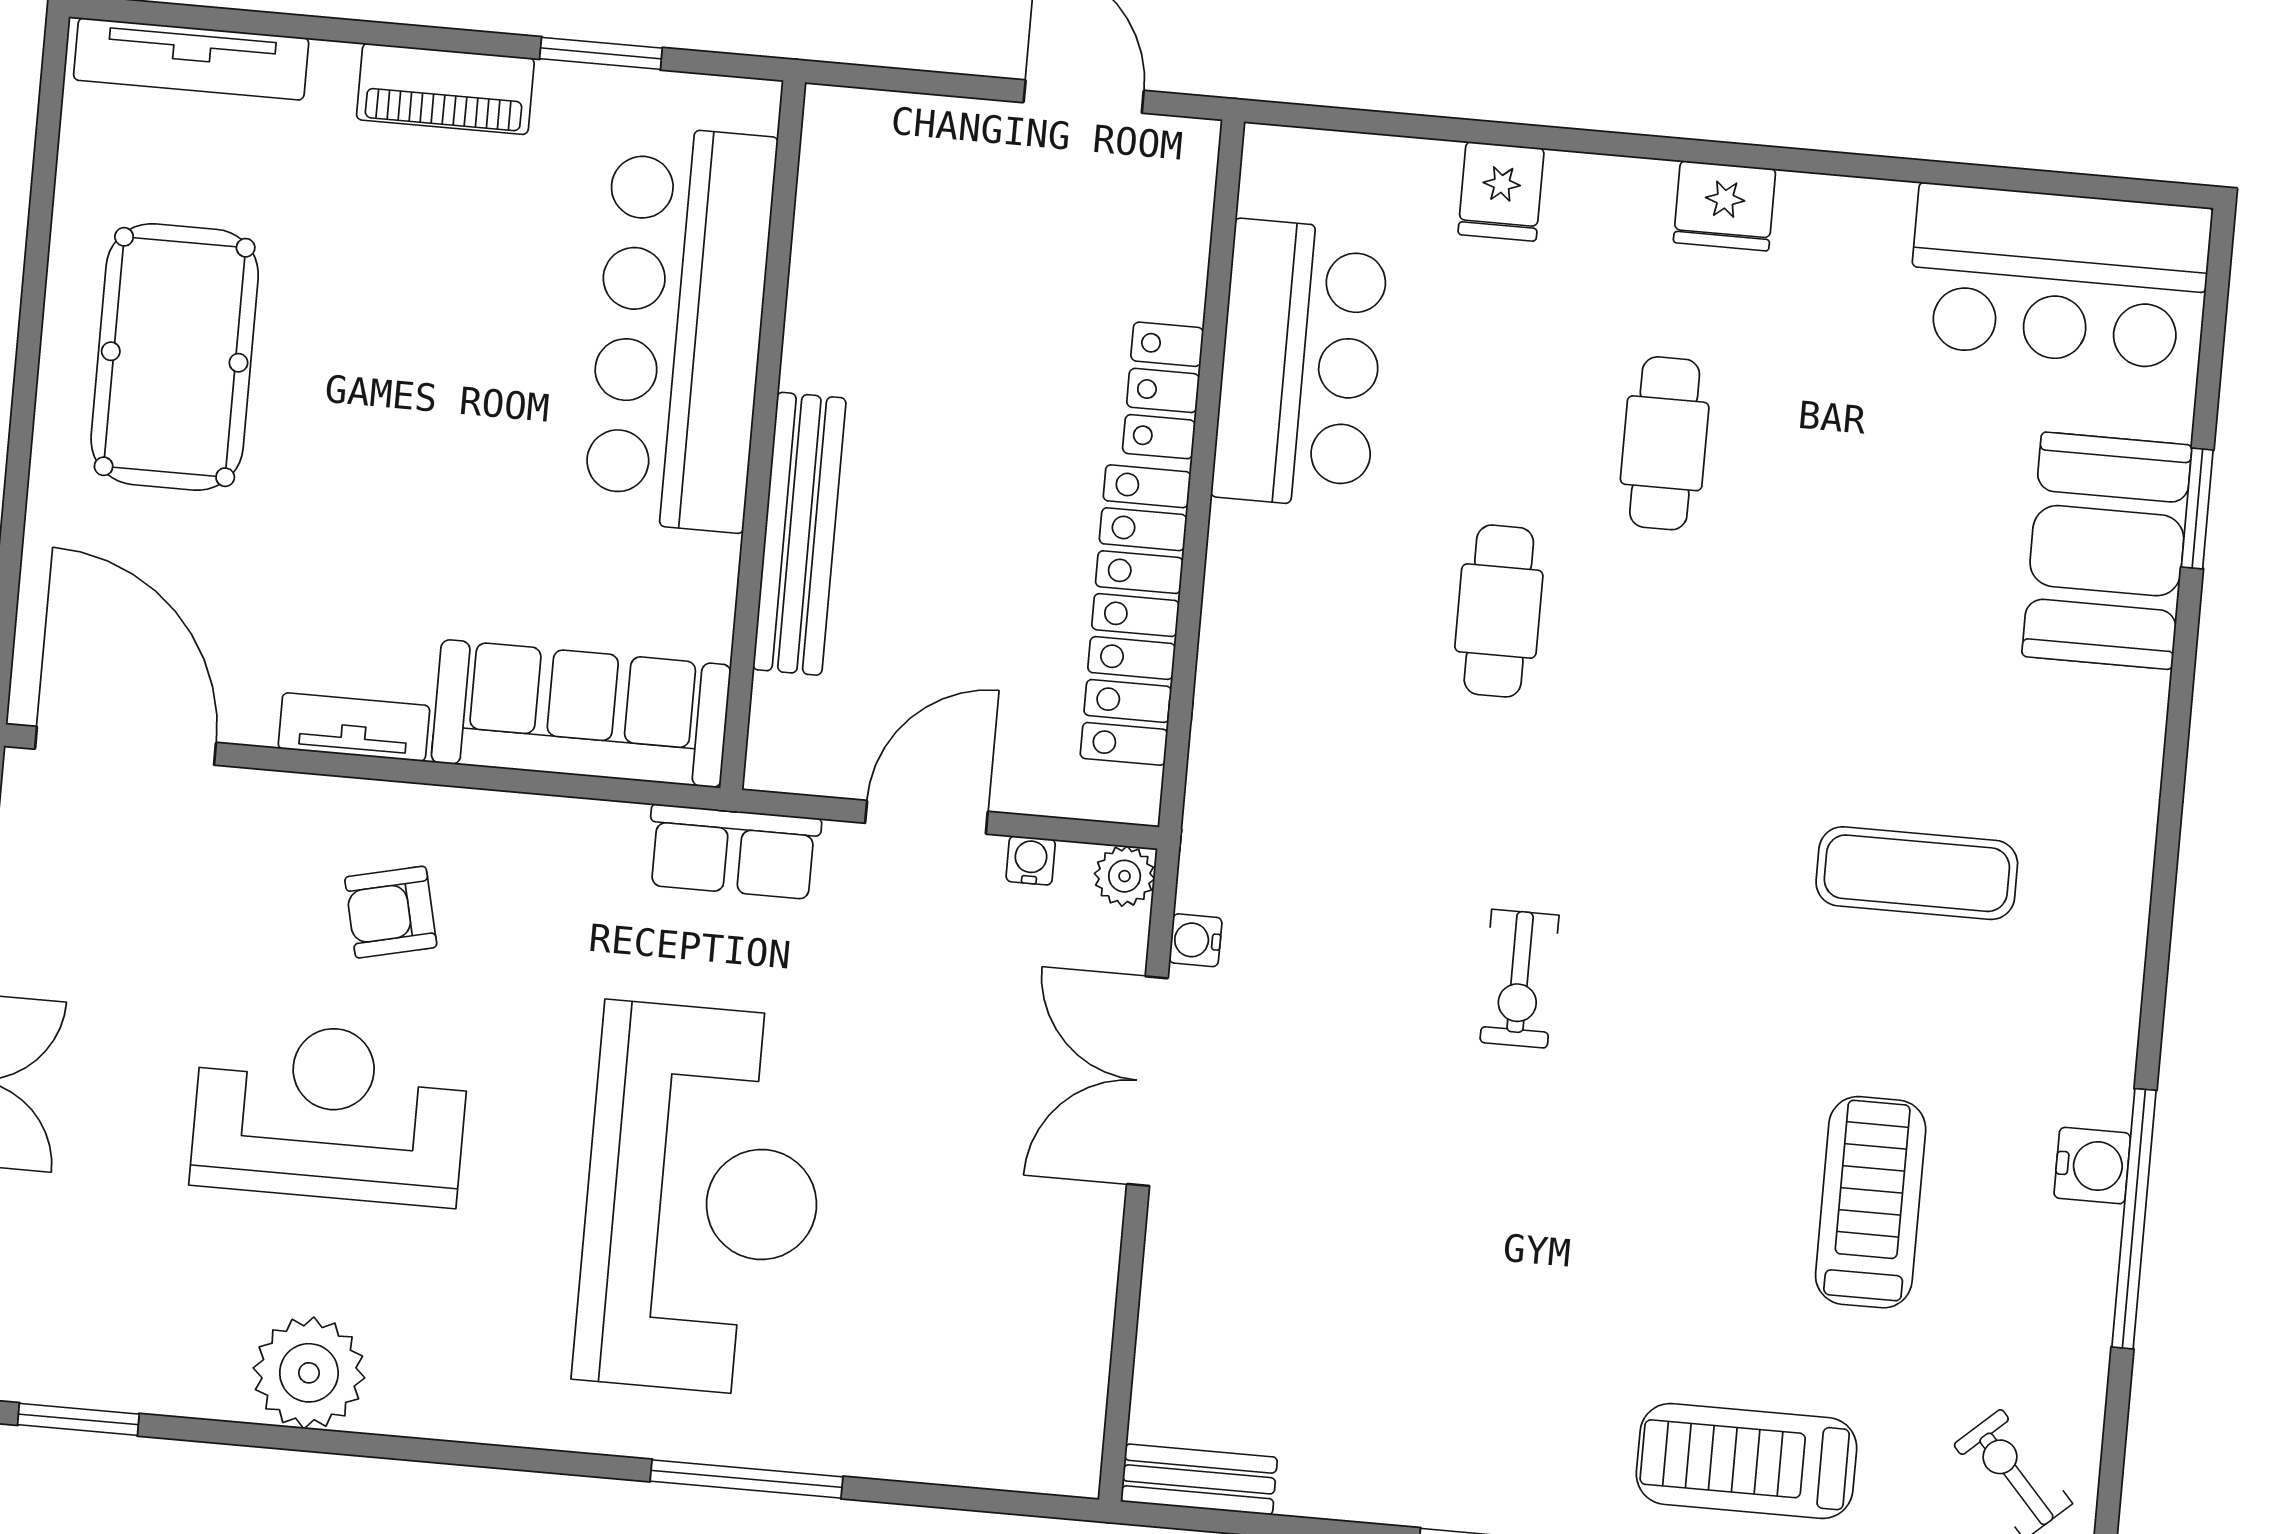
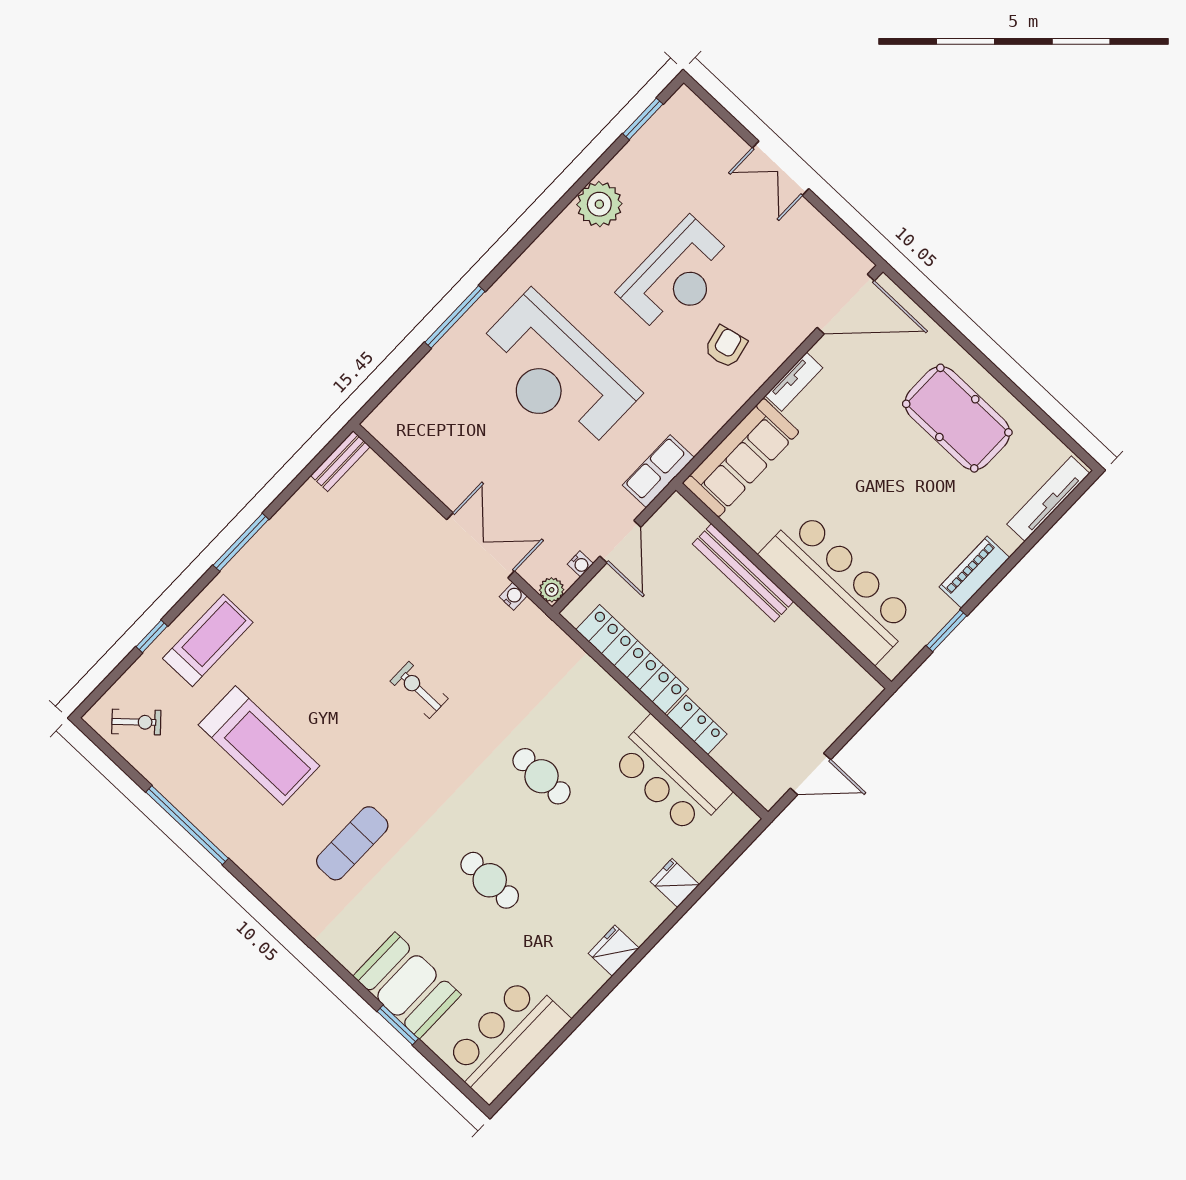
cafe table: (1665, 443) -> (490, 880), moved
water cooler: (2092, 1166) -> (215, 825), removed
treadmill: (1871, 1202) -> (259, 745), width x1.37, depth x1.38

